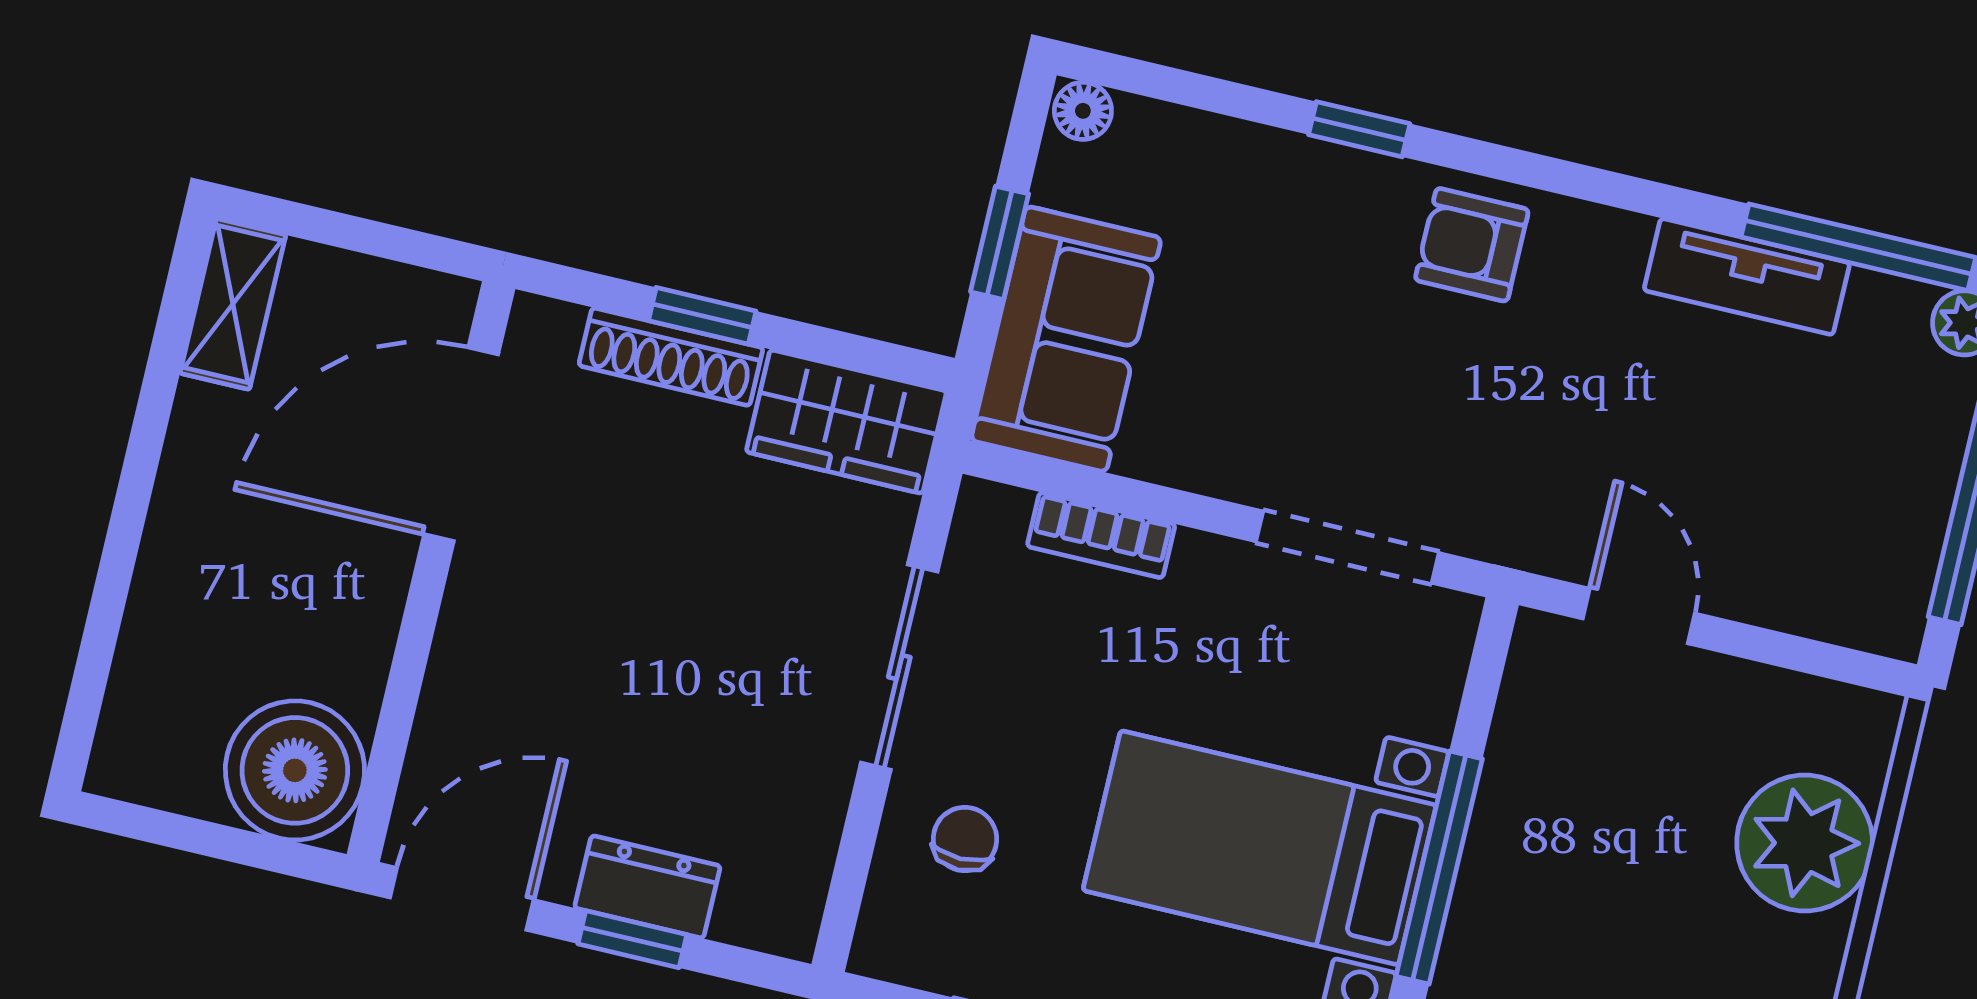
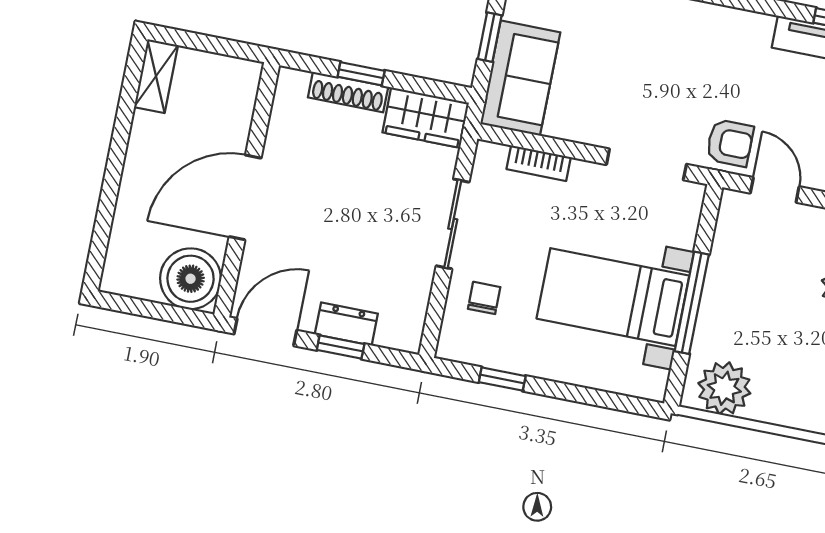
armchair: (1472, 245) -> (730, 143), moved, turned 180
door: (461, 444) -> (245, 197), moved

